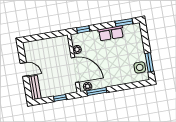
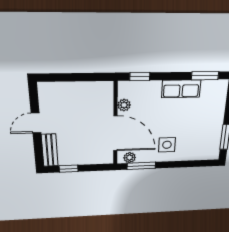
side table: (140, 67) -> (167, 145), moved
door: (24, 69) -> (36, 123), swing flipped
window: (60, 98) -> (69, 169), moved

